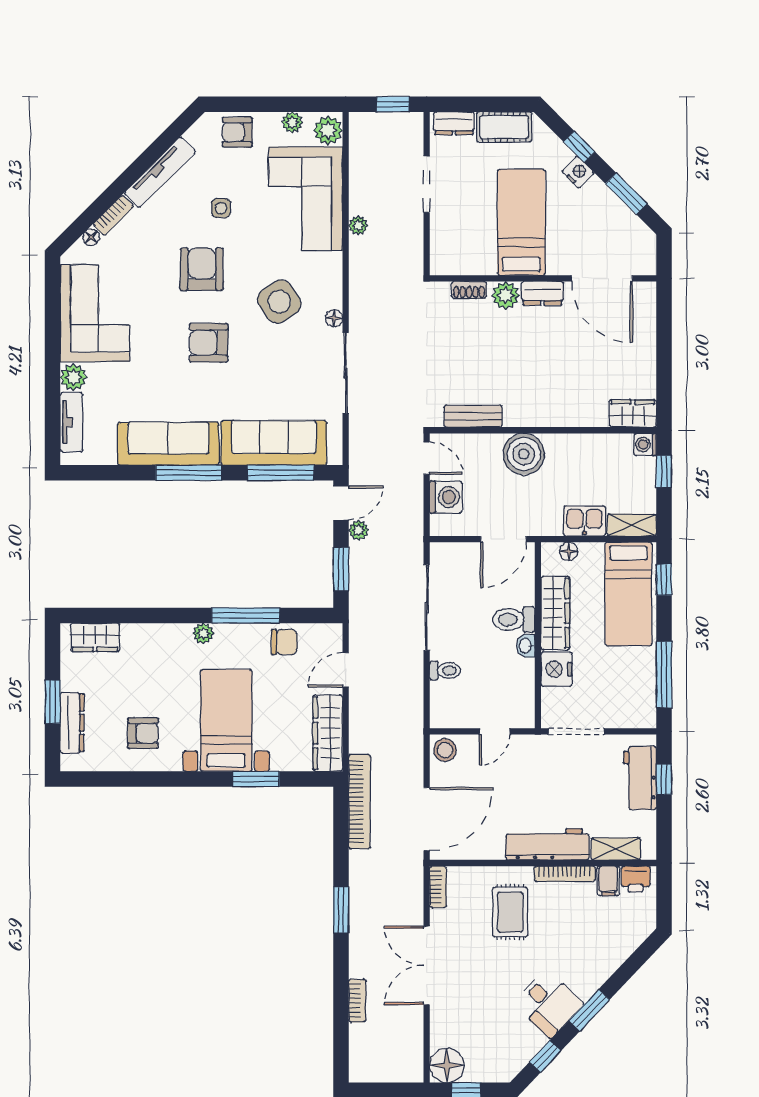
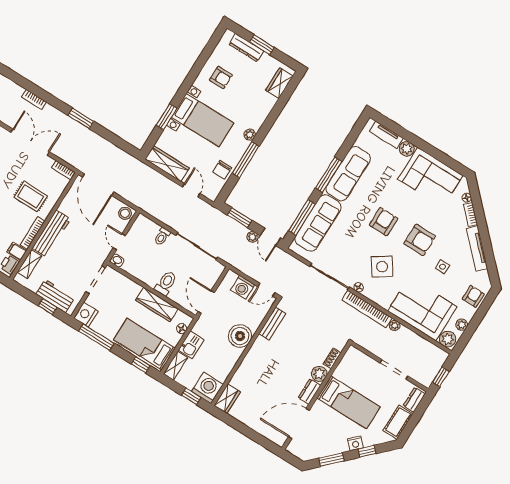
washing machine: (645, 445) -> (207, 388), width x1.89, depth x1.89
washbasin: (526, 646) -> (117, 260), moved
nightstand: (556, 669) -> (86, 314), moved, turned -90
armchair: (143, 733) -> (221, 78), turned -90
bookcase: (359, 802) -> (367, 309), moved

